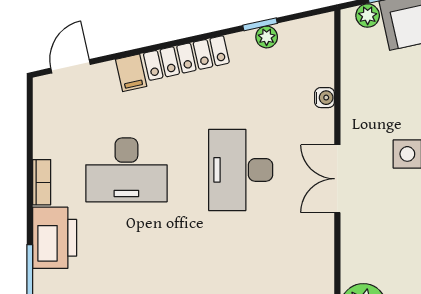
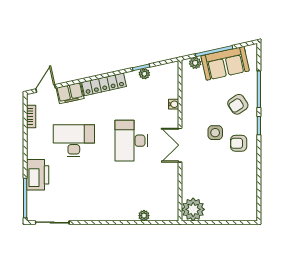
filing cabinet: (131, 73) -> (70, 93), width x2.00
desk: (126, 170) -> (74, 141), turned 180
bookcase: (42, 182) -> (31, 116), moved

